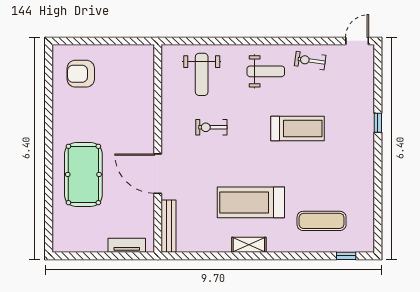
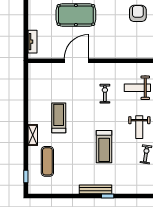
treadmill: (251, 202) -> (59, 118), width x0.73, depth x0.73
bench: (169, 226) -> (95, 189), moved
shelving: (249, 245) -> (33, 135), moved

